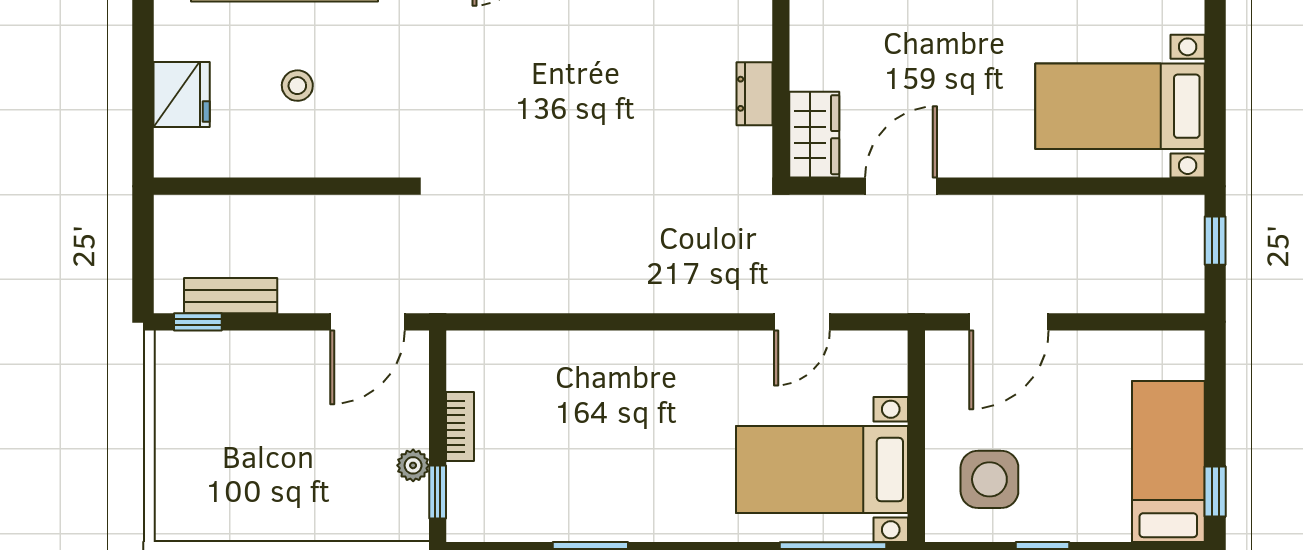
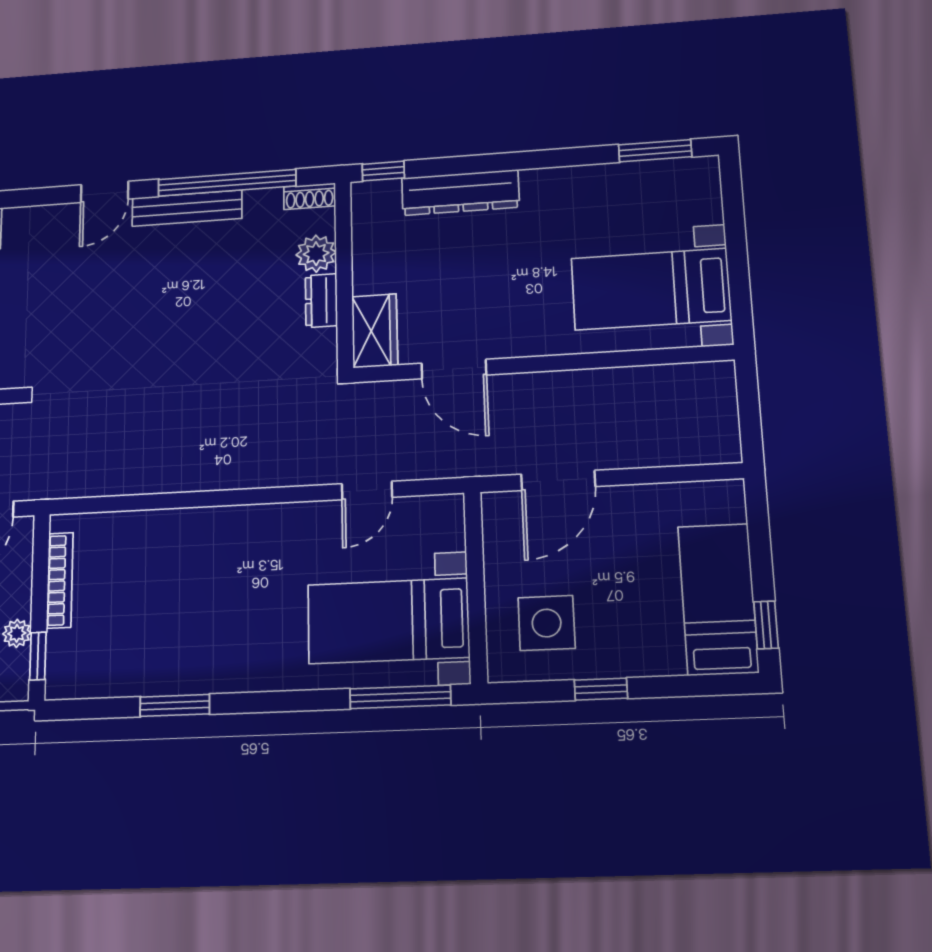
plant: (749, 36) -> (316, 254), added
door: (901, 186) -> (454, 369), swing flipped
window: (1215, 241) -> (748, 399), removed
bookcase: (460, 427) -> (60, 580), width x1.56

